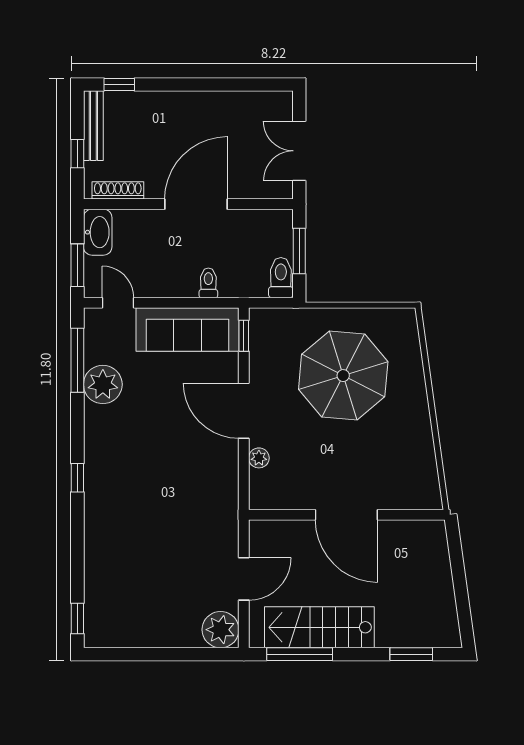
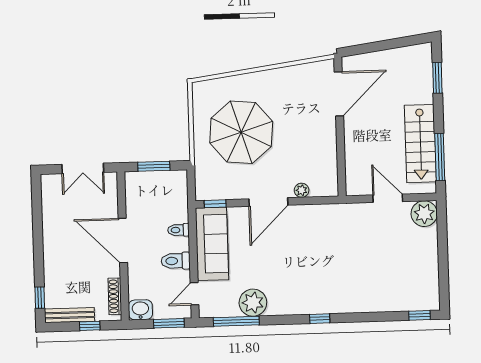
washbasin: (98, 232) -> (140, 310), width x0.72
toilet: (281, 278) -> (176, 261), moved
door: (346, 515) -> (339, 94), moved

